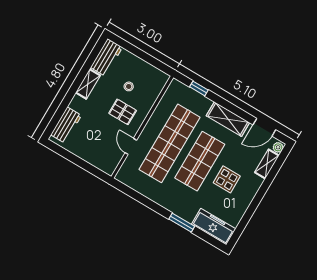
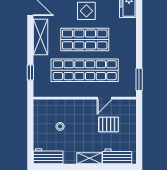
shelving: (88, 84) -> (89, 158), moved
pallet: (123, 112) -> (109, 124), moved, turned 90
window: (182, 223) -> (139, 79), moved

